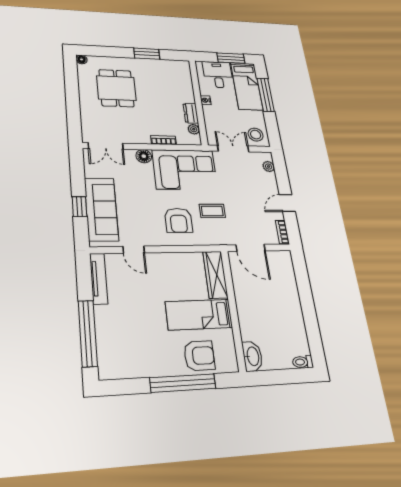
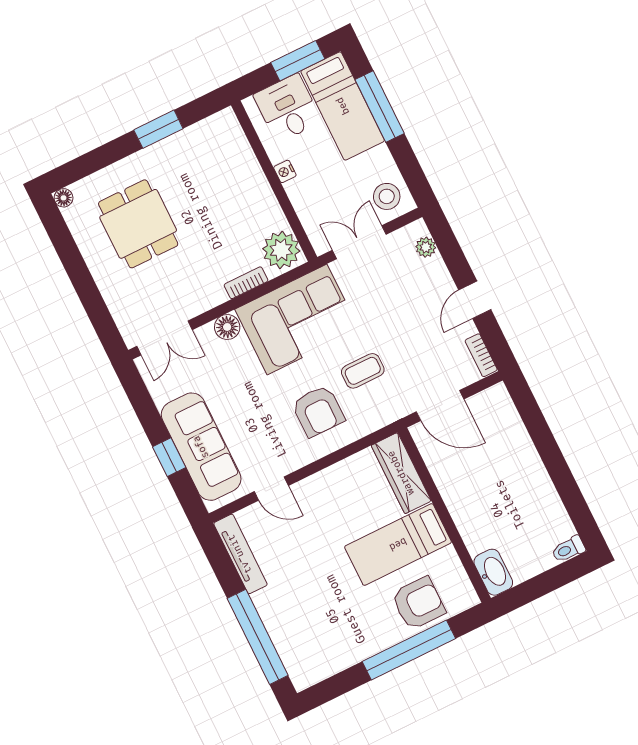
dresser: (191, 113) -> (270, 210), removed
plant: (194, 129) -> (281, 250), width x1.88, depth x1.88

